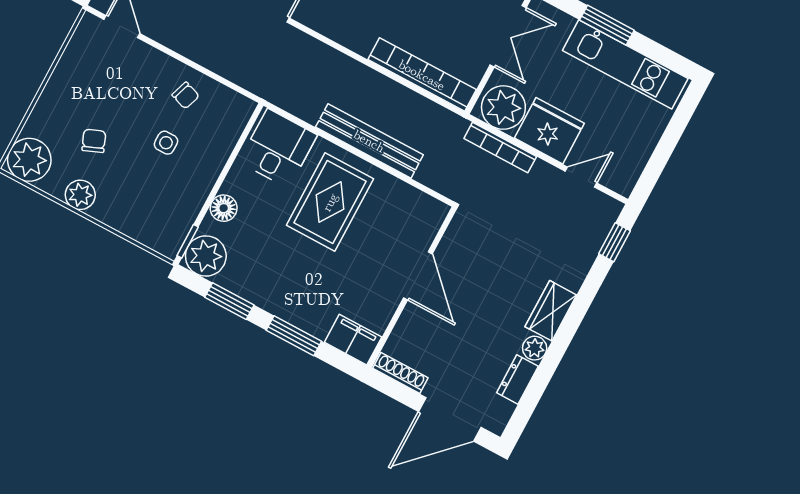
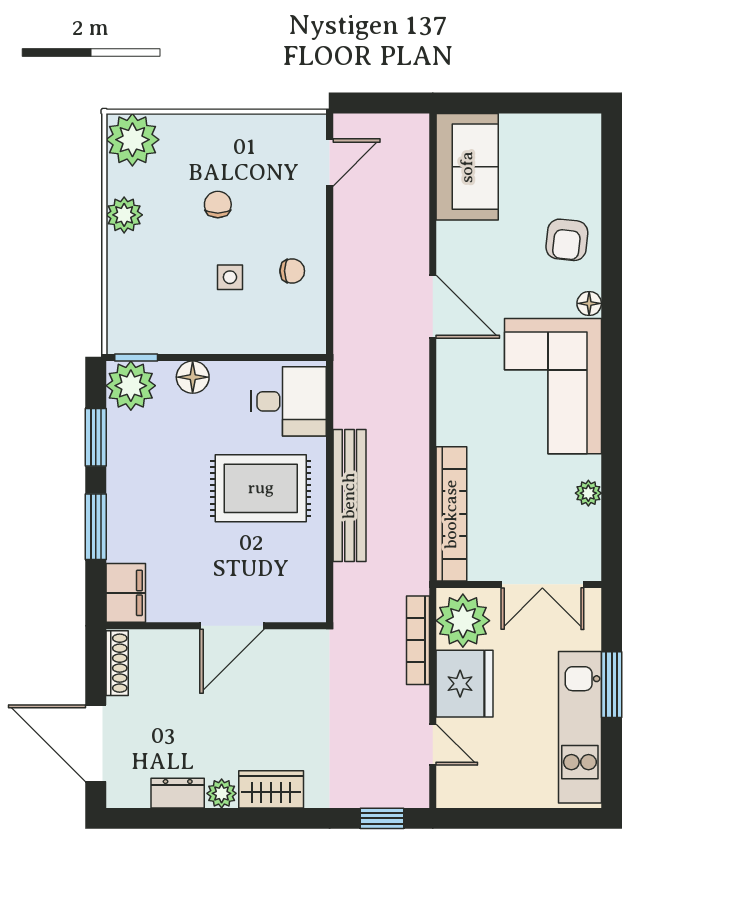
chair: (186, 95) -> (292, 271), turned -109
chair: (94, 141) -> (218, 205), moved, turned -68

